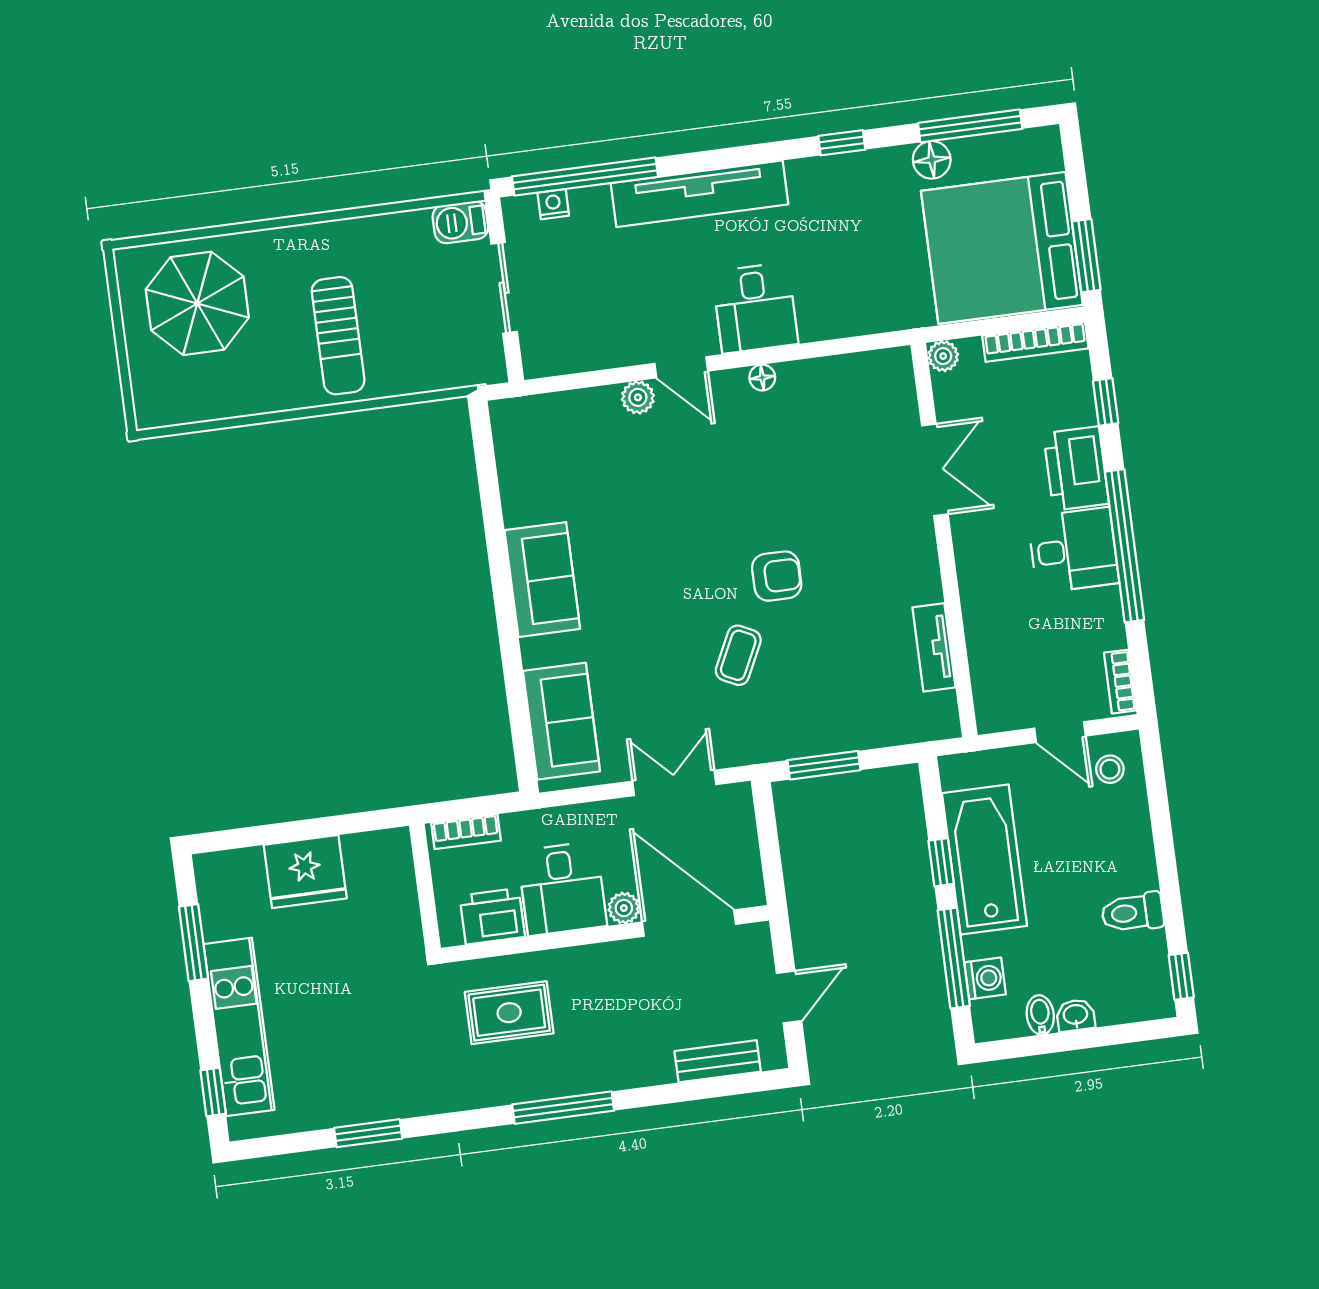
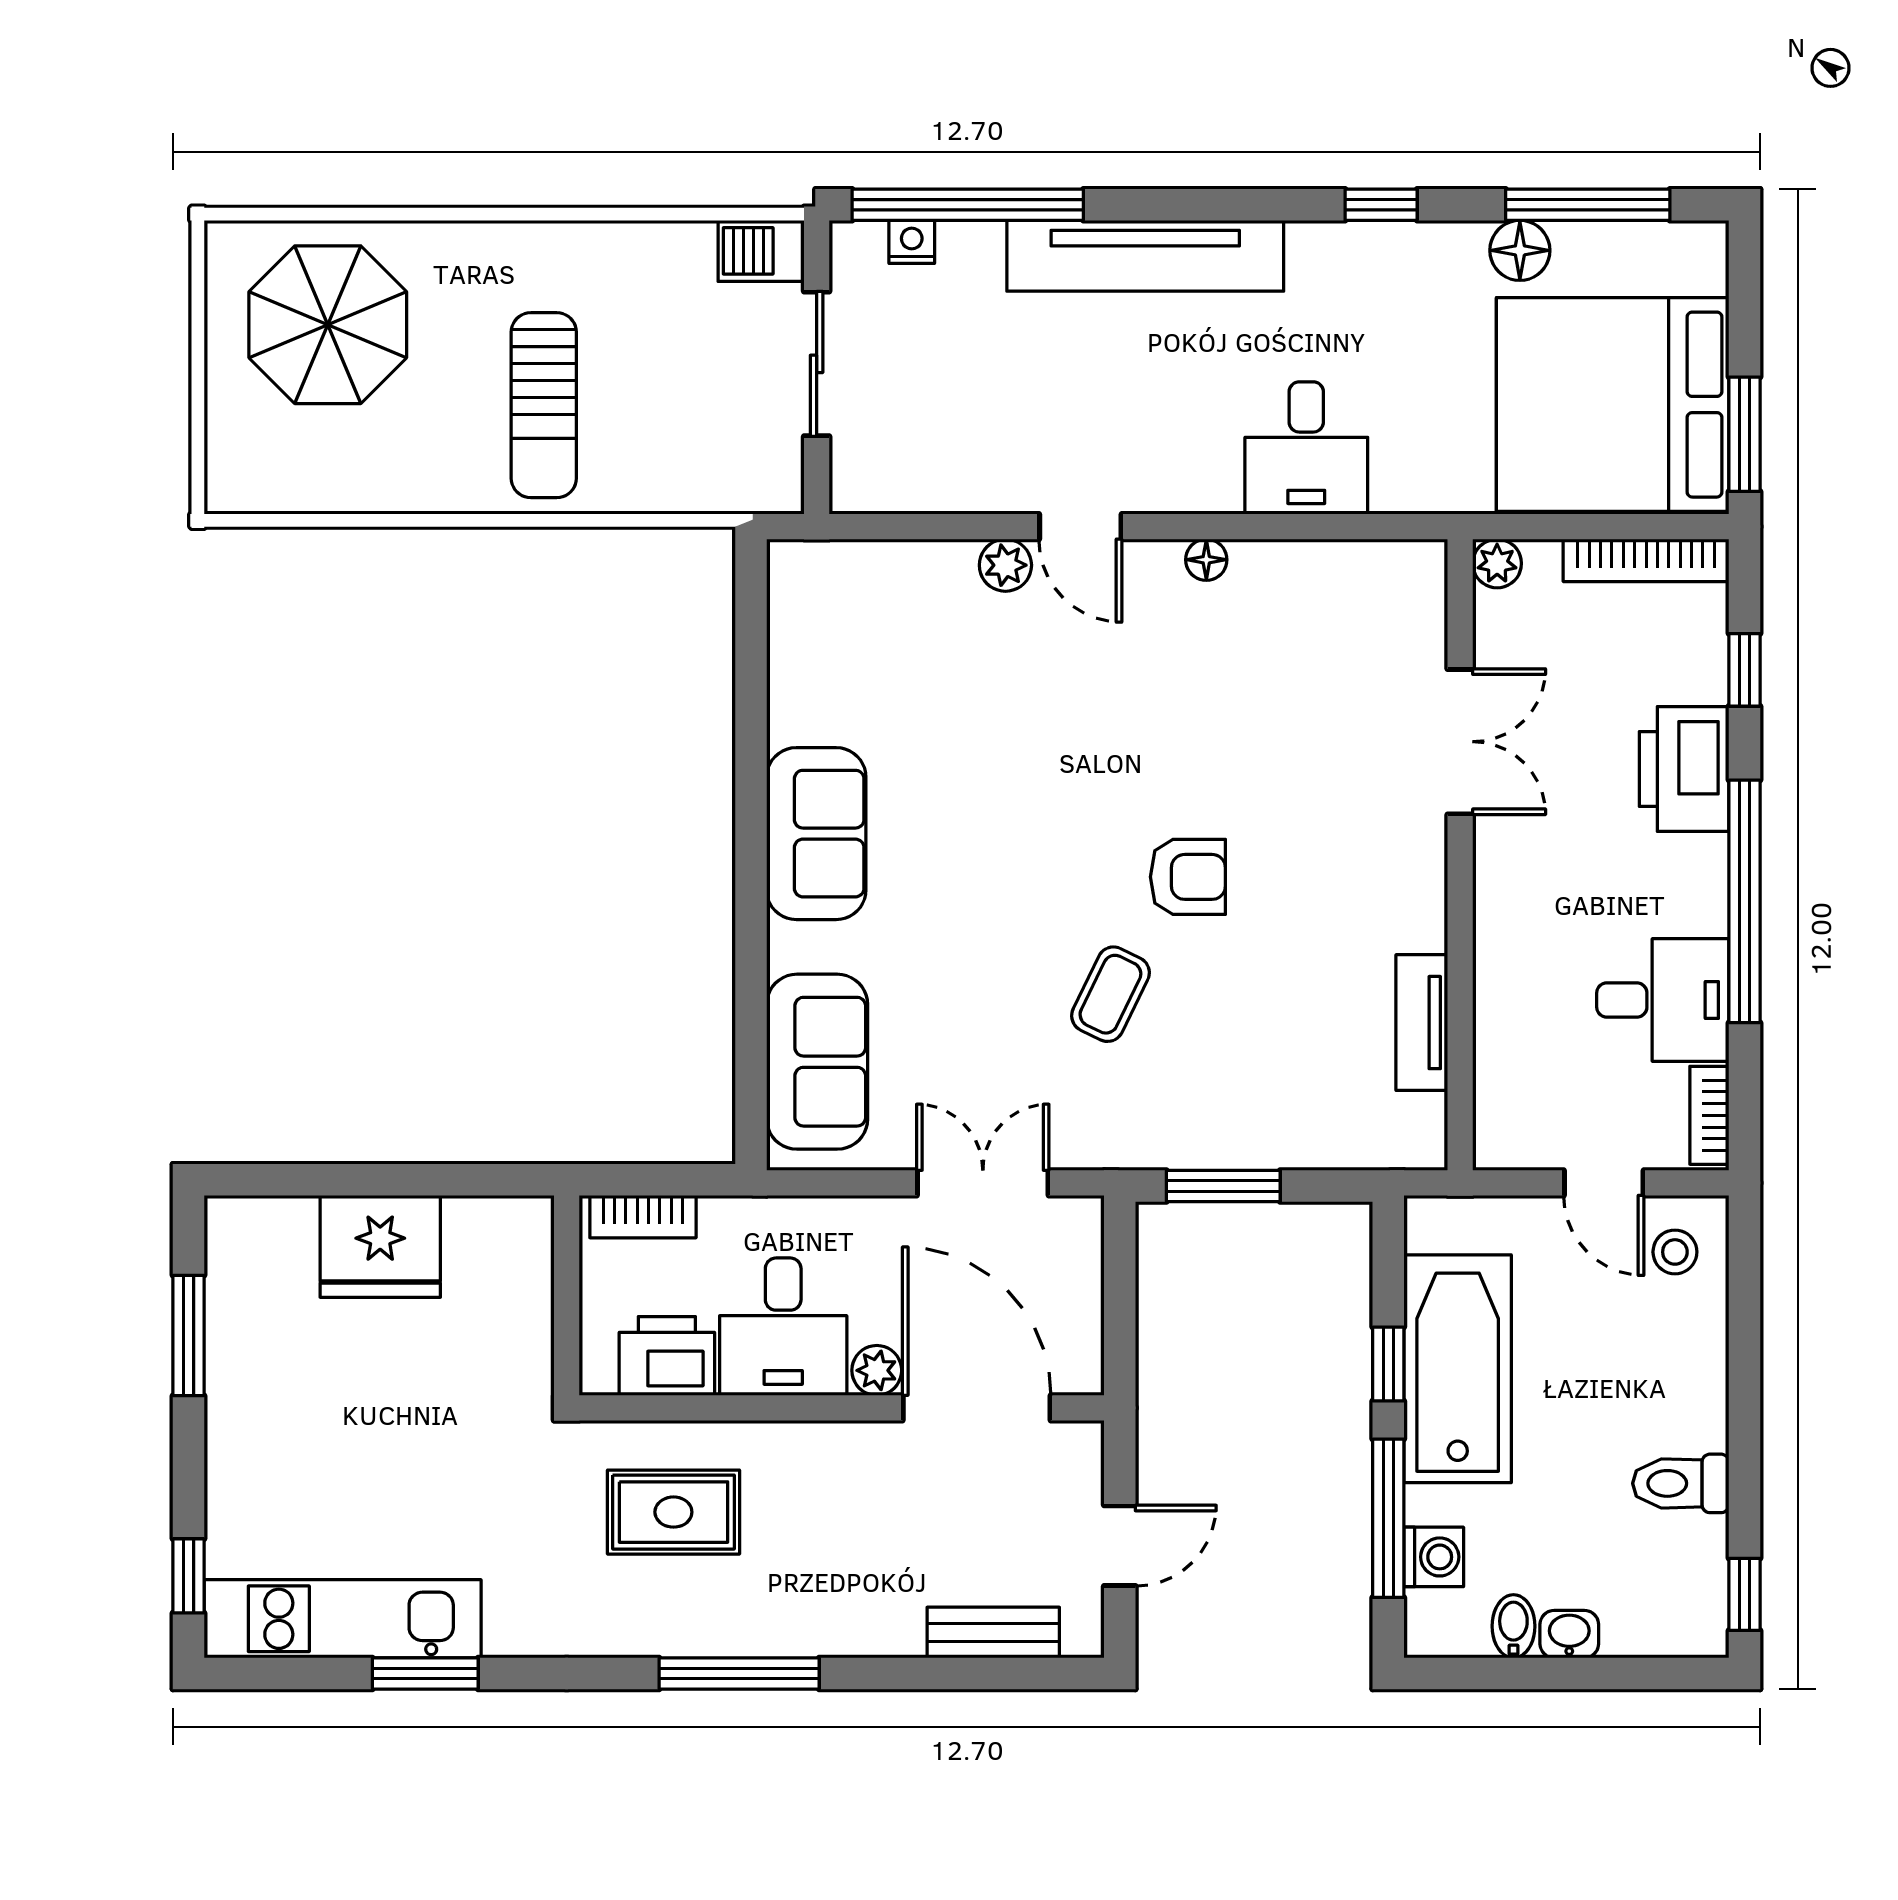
desk: (755, 308) -> (1306, 448), moved
desk: (1073, 550) -> (1663, 1000), moved
kitchen unit: (239, 1027) -> (343, 1619), moved, turned -90

